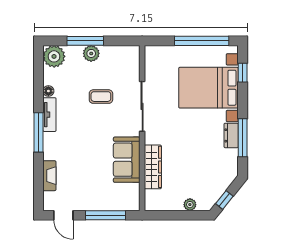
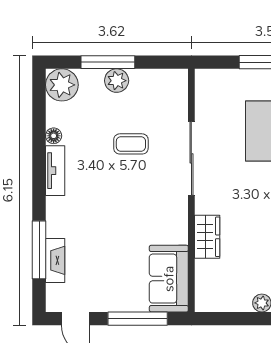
window: (39, 132) -> (39, 250), moved
sofa: (127, 160) -> (169, 279), moved
wardrobe: (153, 167) -> (207, 237), width x0.67

